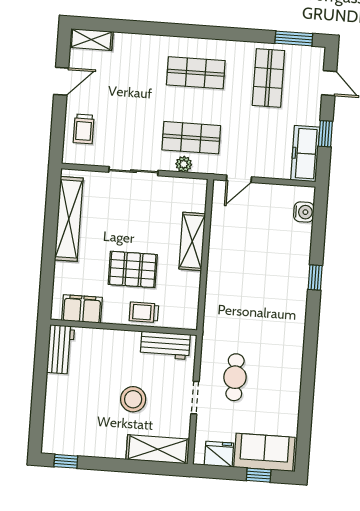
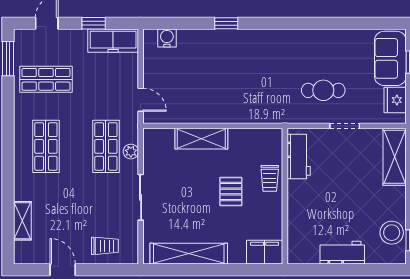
shelving: (91, 40) -> (22, 221), moved
pallet: (133, 269) -> (231, 191), width x0.67, depth x0.71
filing cabinet: (82, 309) -> (265, 252), moved, turned 90
workbench: (60, 349) -> (342, 253), moved
stool: (133, 399) -> (392, 233), moved

